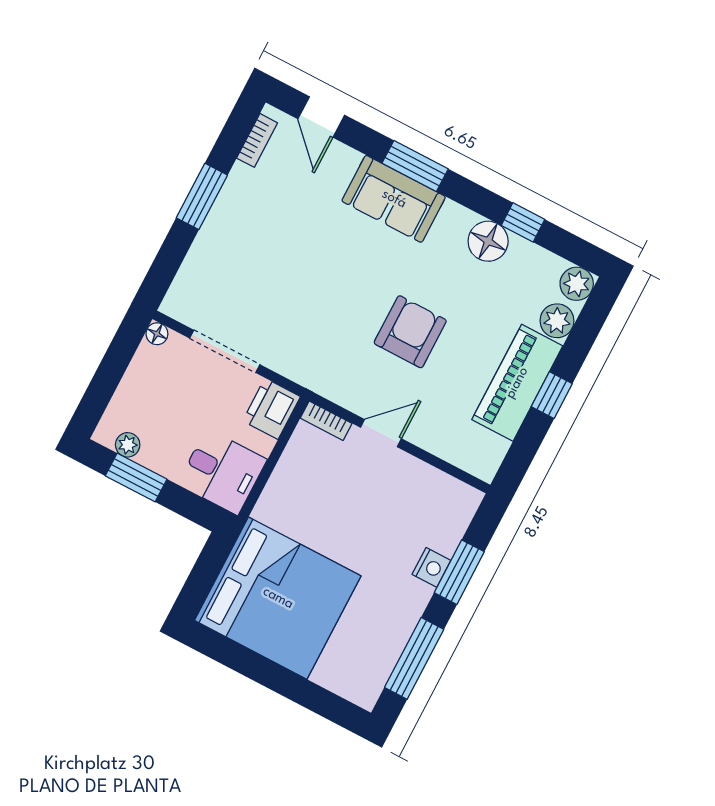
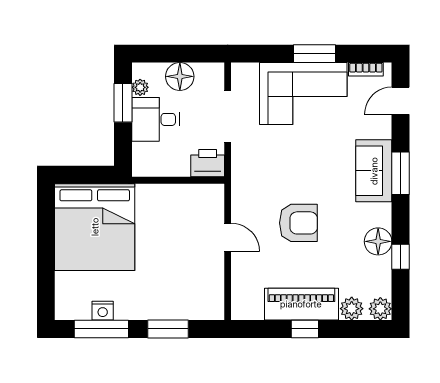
corner sofa: (246, 238) -> (303, 94), added
floor lamp: (157, 334) -> (180, 76), moved, width x1.89, depth x1.89
bookcase: (326, 421) -> (218, 200), removed
desk: (222, 472) -> (155, 119), moved, turned 90
nightstand: (431, 567) -> (103, 311), moved

